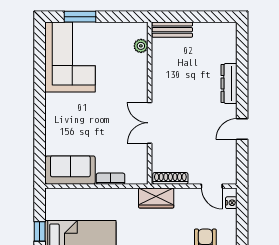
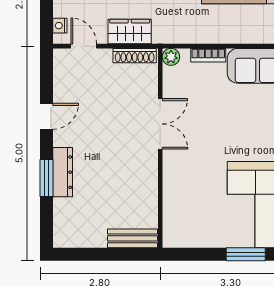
plant: (141, 46) -> (171, 57), moved
window: (242, 79) -> (46, 178), added
wardrobe: (156, 198) -> (130, 32), moved

